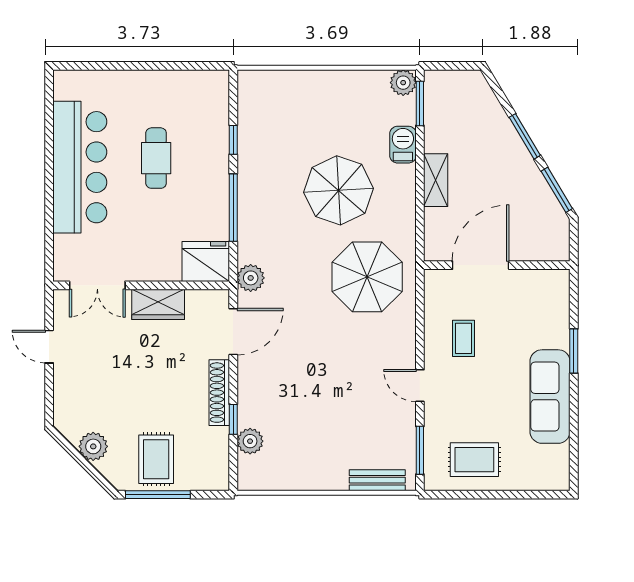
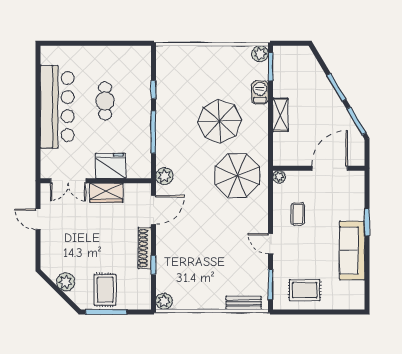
fridge: (206, 261) -> (111, 166), moved
door: (481, 265) -> (330, 168), moved
plant: (434, 279) -> (279, 177), added
plant: (250, 441) -> (164, 301), moved

